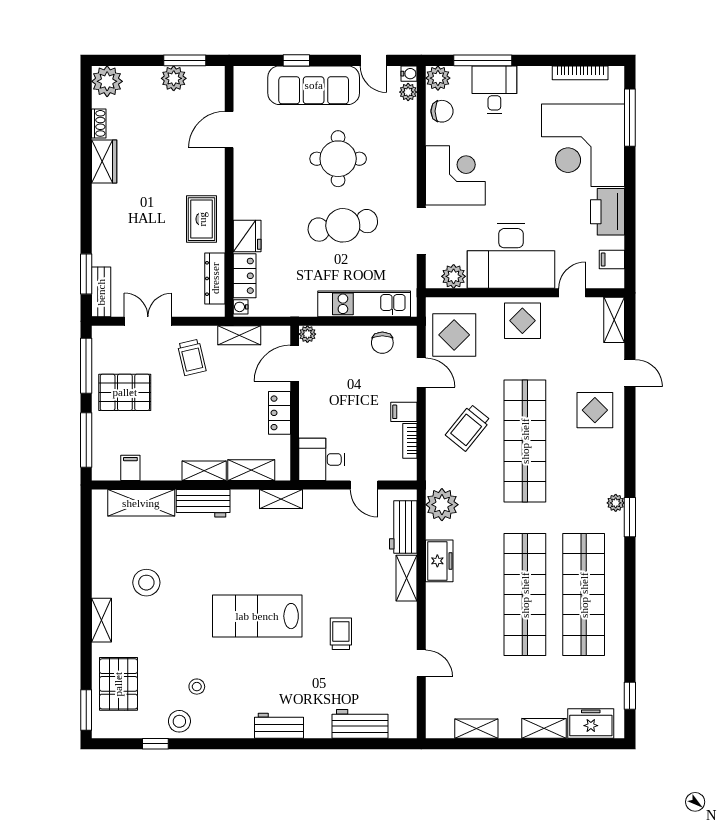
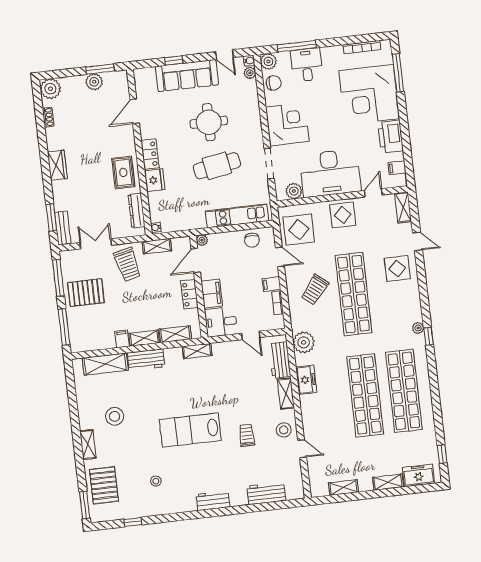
wardrobe: (104, 161) -> (57, 165), moved
locker: (245, 276) -> (150, 154), moved
trolley: (192, 357) -> (127, 264), width x1.36, depth x1.39
filing cabinet: (313, 416) -> (212, 294), added
filing cabinet: (130, 468) -> (122, 339), moved
window: (630, 517) -> (428, 336), width x0.67
stool: (179, 721) -> (284, 430), moved

